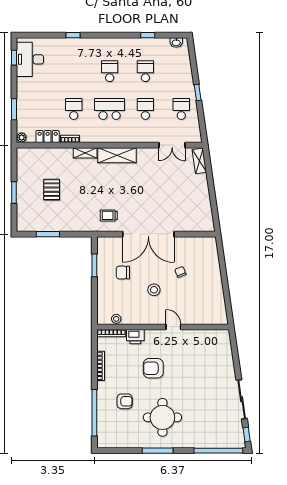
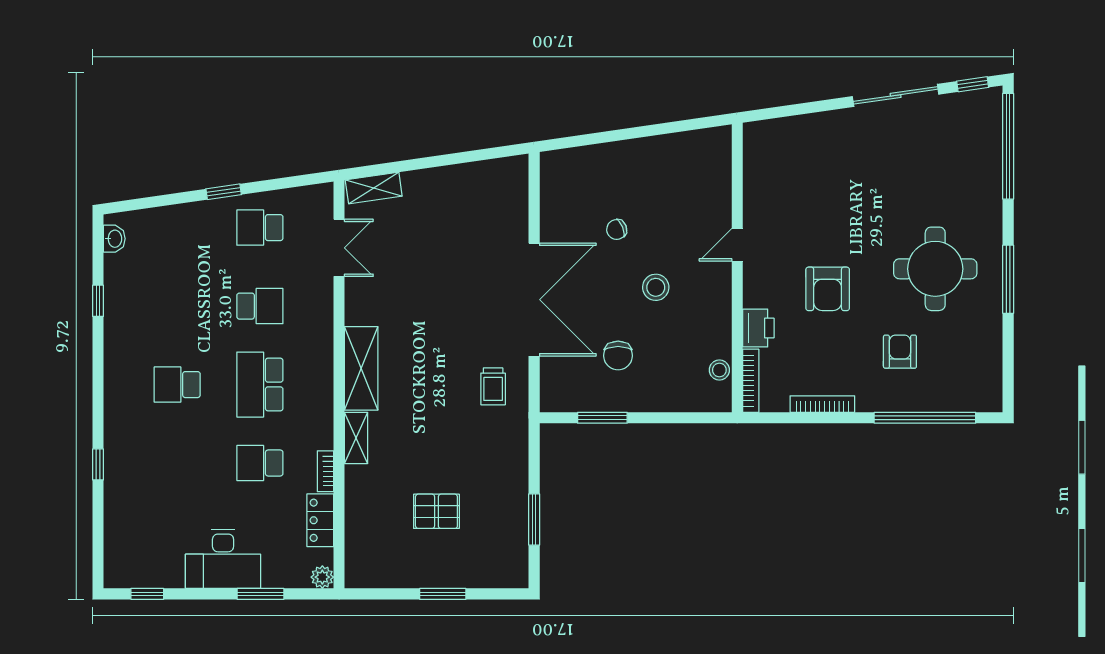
desk: (30, 59) -> (223, 559), moved
school desk: (145, 71) -> (177, 306), removed
school desk: (145, 109) -> (260, 306), turned 180

